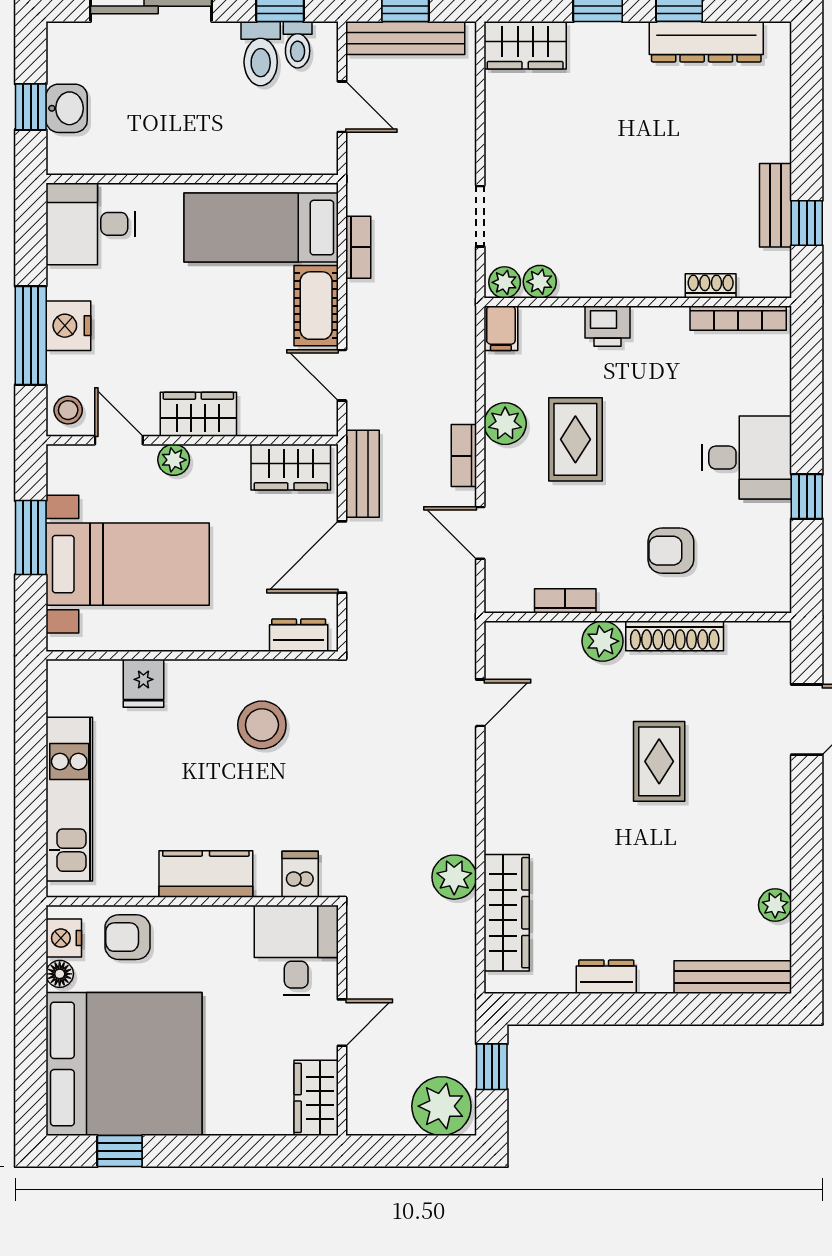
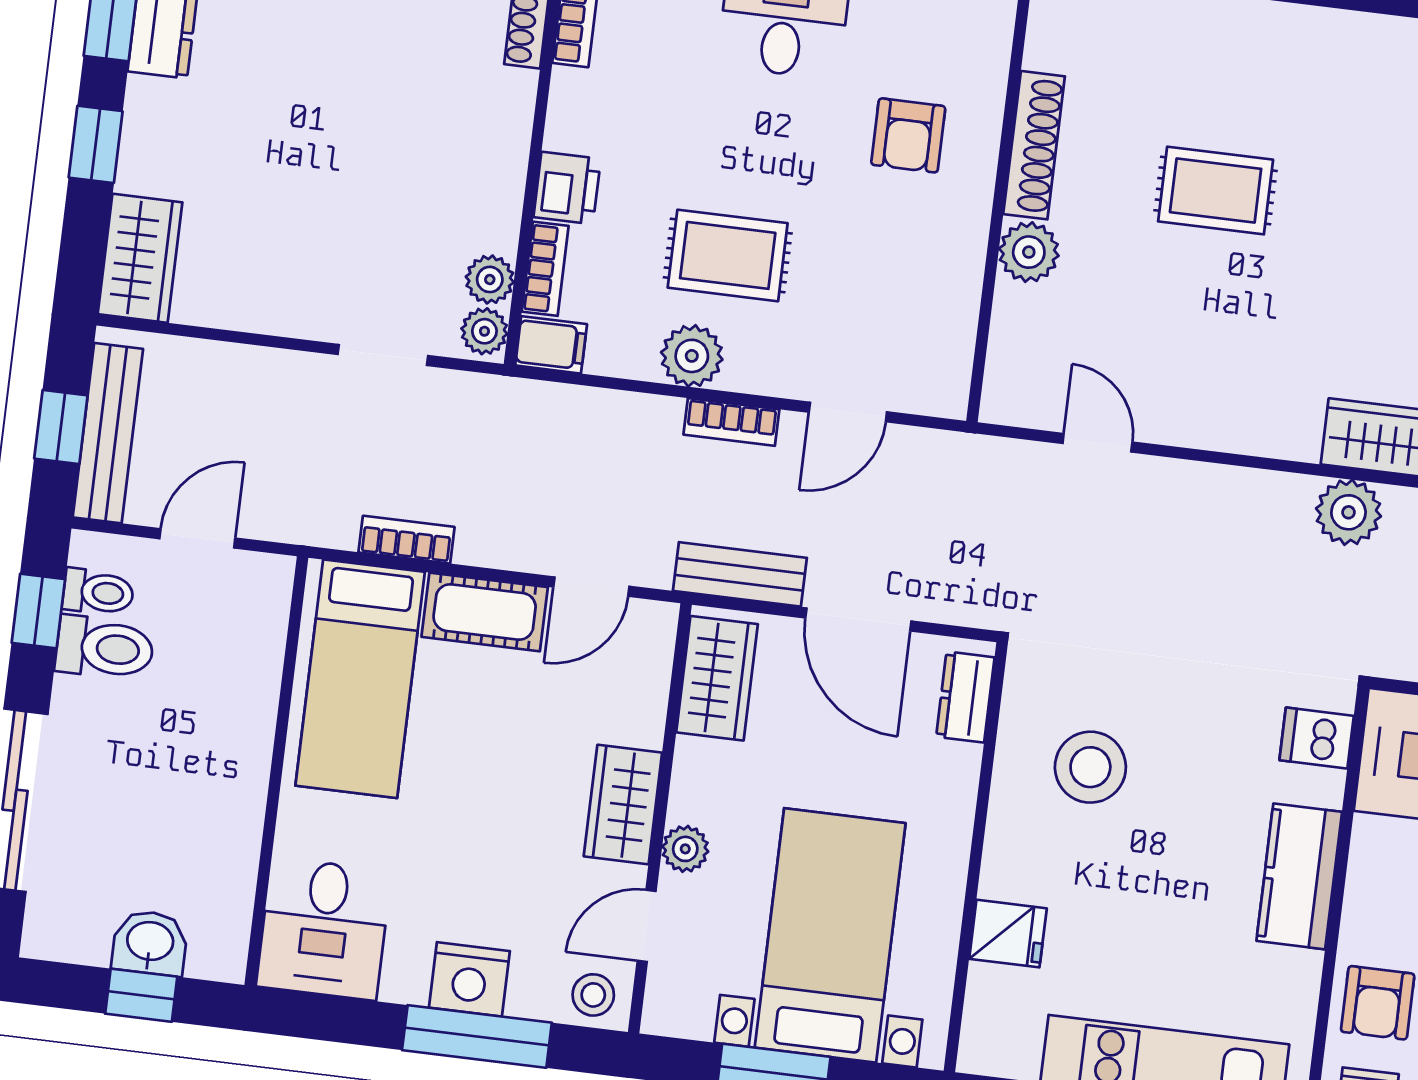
bookcase: (565, 601) -> (545, 269), moved, turned 180

